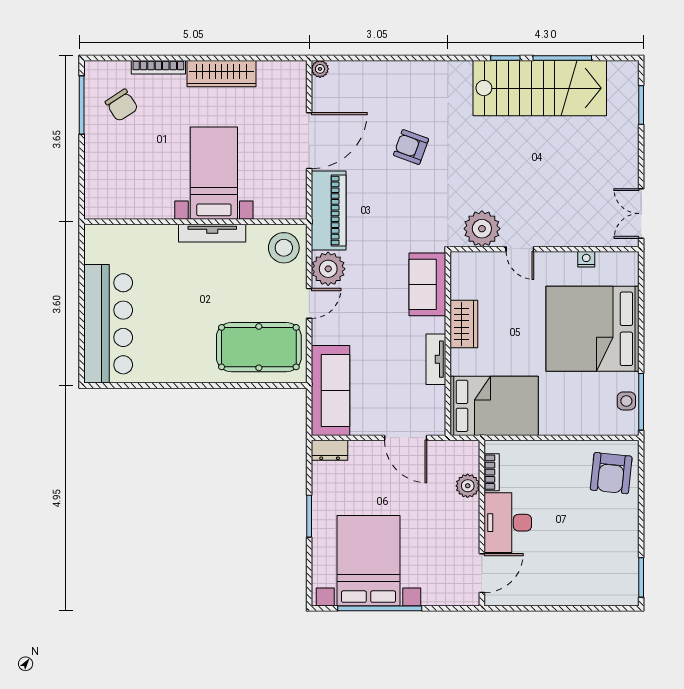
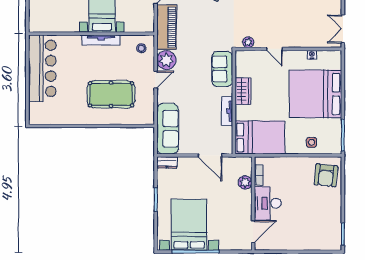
plant: (482, 229) -> (248, 42), width x0.53, depth x0.53
stool: (284, 248) -> (141, 48), width x0.53, depth x0.53
bar counter: (108, 324) -> (42, 68), moved
pool table: (259, 347) -> (111, 94), moved
side table: (626, 401) -> (312, 142), moved

